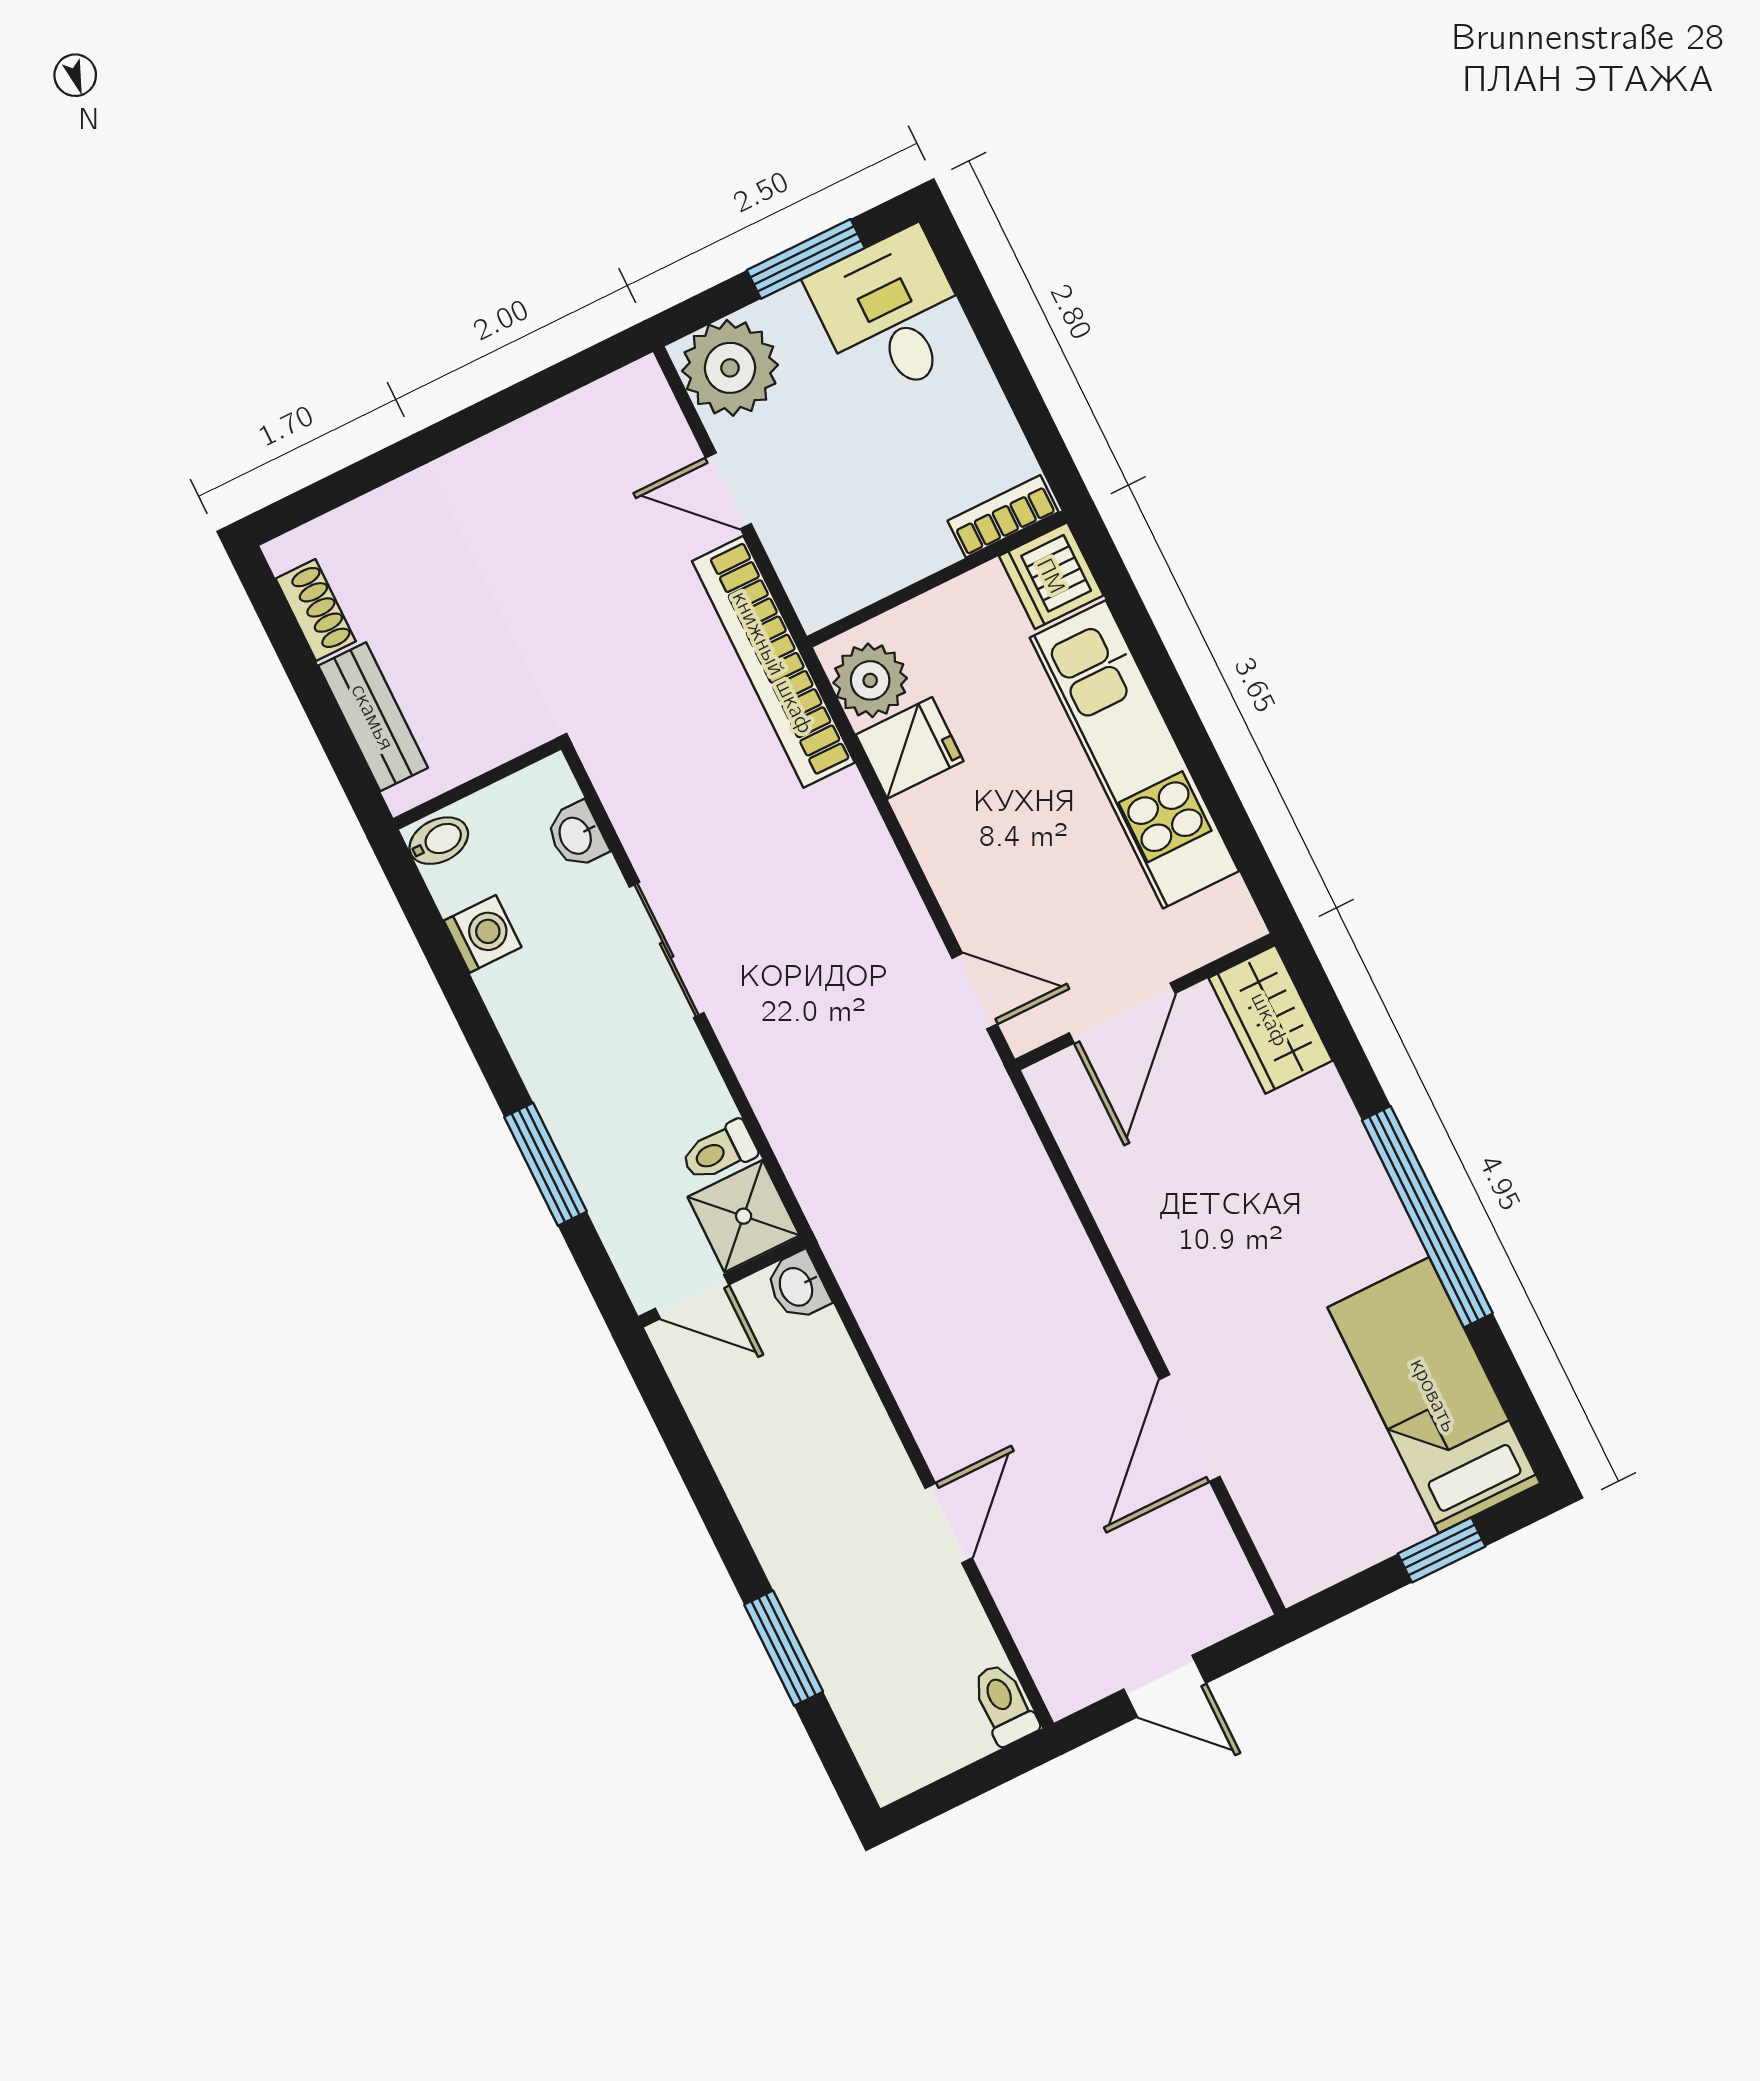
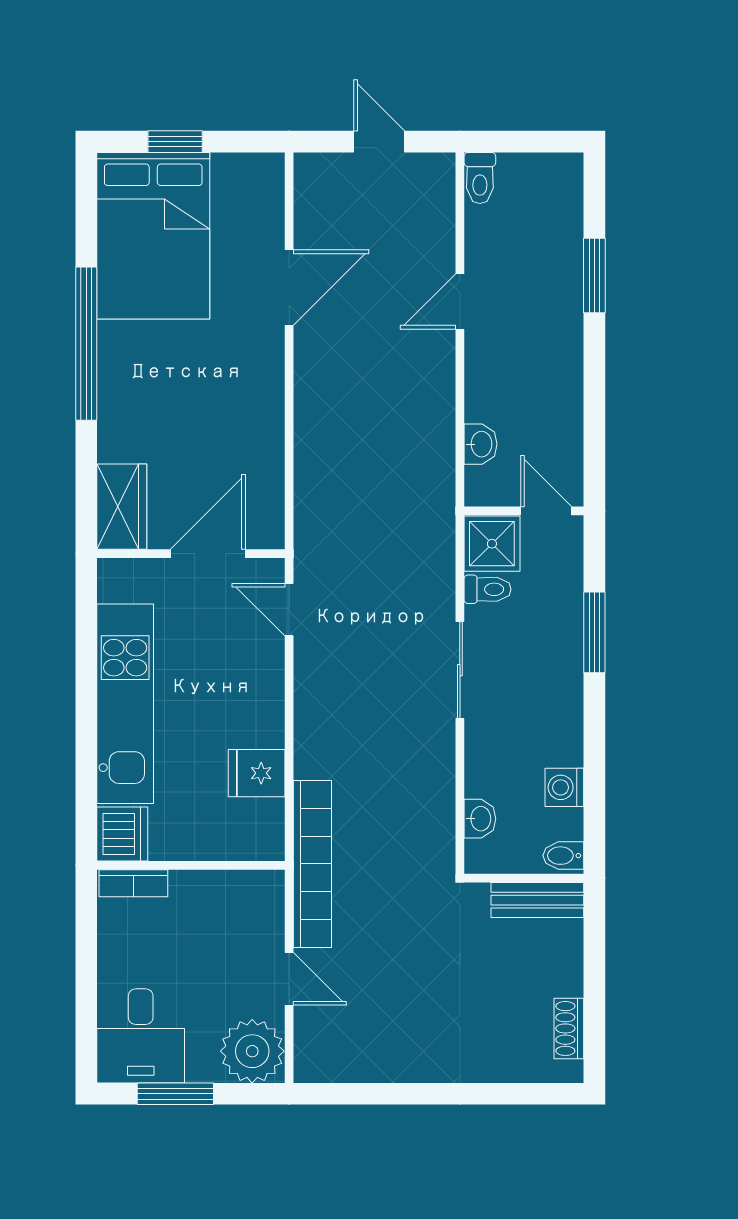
plant: (870, 680) -> (260, 825), removed
bench: (373, 717) -> (537, 900), moved, turned 90
sliding door: (667, 950) -> (460, 670), moved
washbasin: (797, 1286) -> (481, 444), moved
bed: (1434, 1395) -> (153, 236), width x1.50

